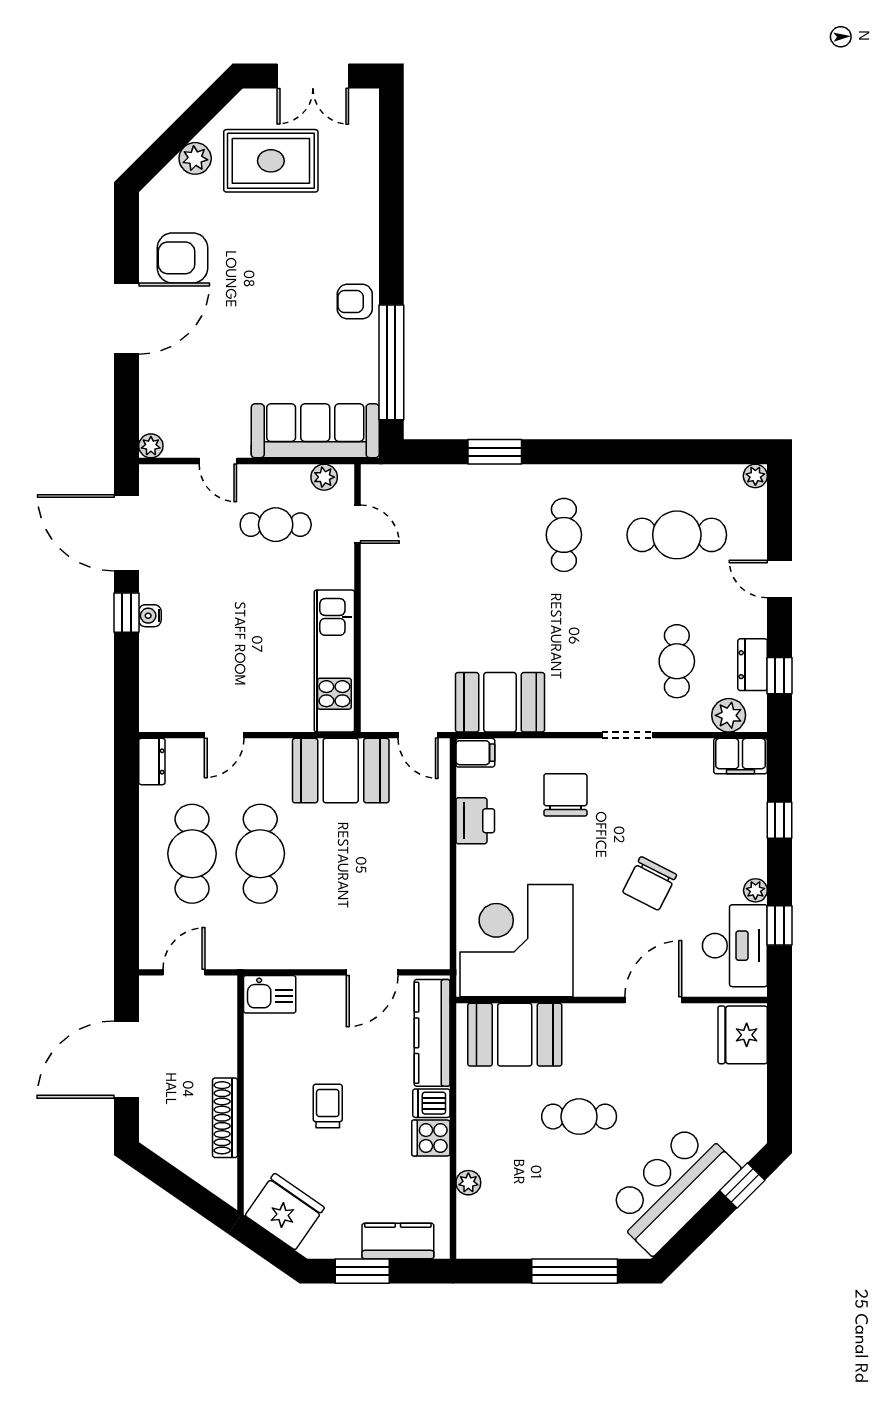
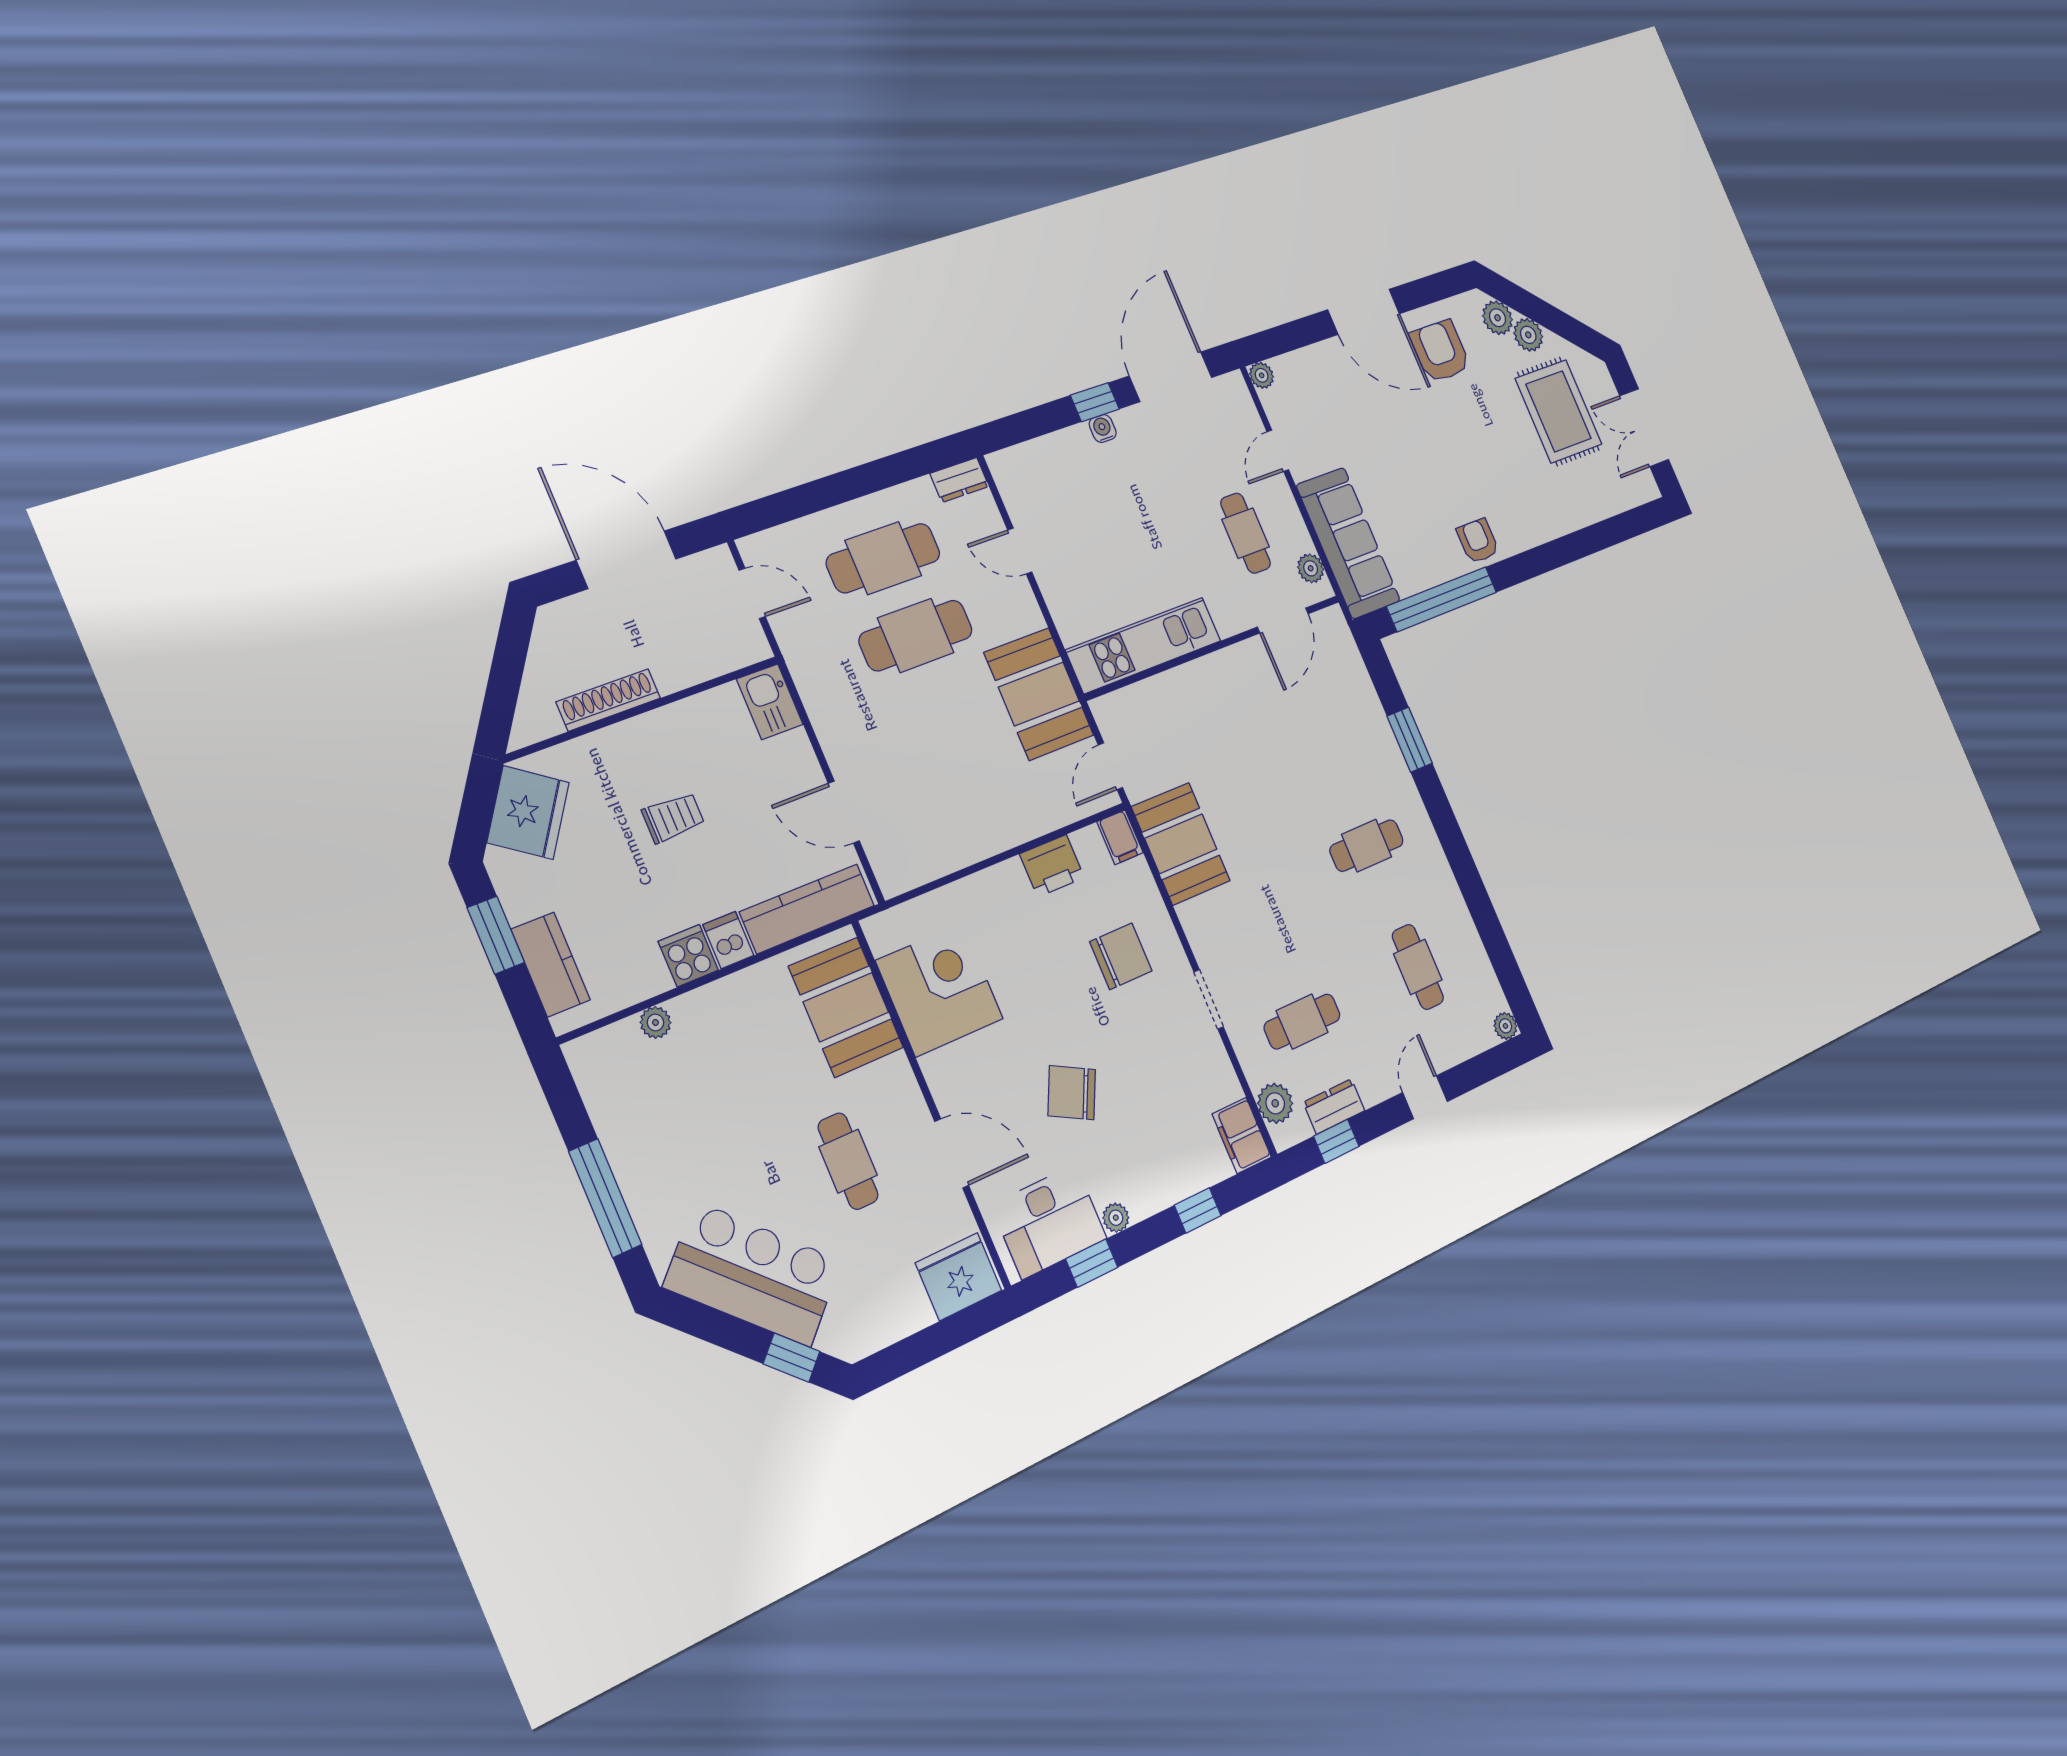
plant: (171, 183) -> (1498, 318), added
door: (358, 524) -> (1283, 620), width x1.38
cafe table: (677, 535) -> (1418, 967), width x0.73, depth x0.74
corner desk: (516, 941) -> (939, 990), width x0.74, depth x0.74
cafe table: (579, 1117) -> (848, 1161), moved

